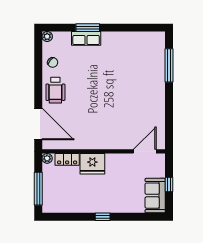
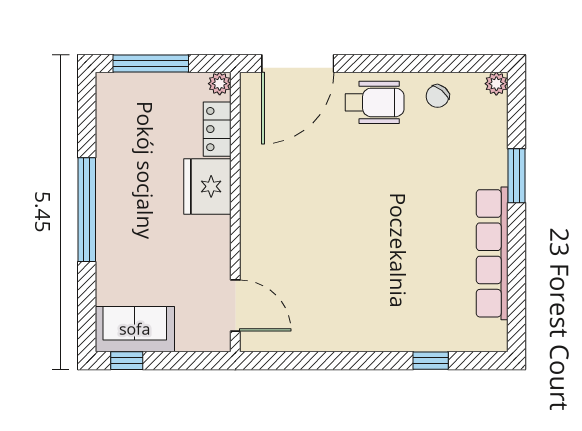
row of seats: (86, 38) -> (492, 253), moved, width x2.02
window: (169, 65) -> (431, 361), width x0.46
wheelchair: (55, 90) -> (374, 102), turned 180
window: (169, 184) -> (127, 361), moved
window: (103, 217) -> (87, 210), width x3.17

